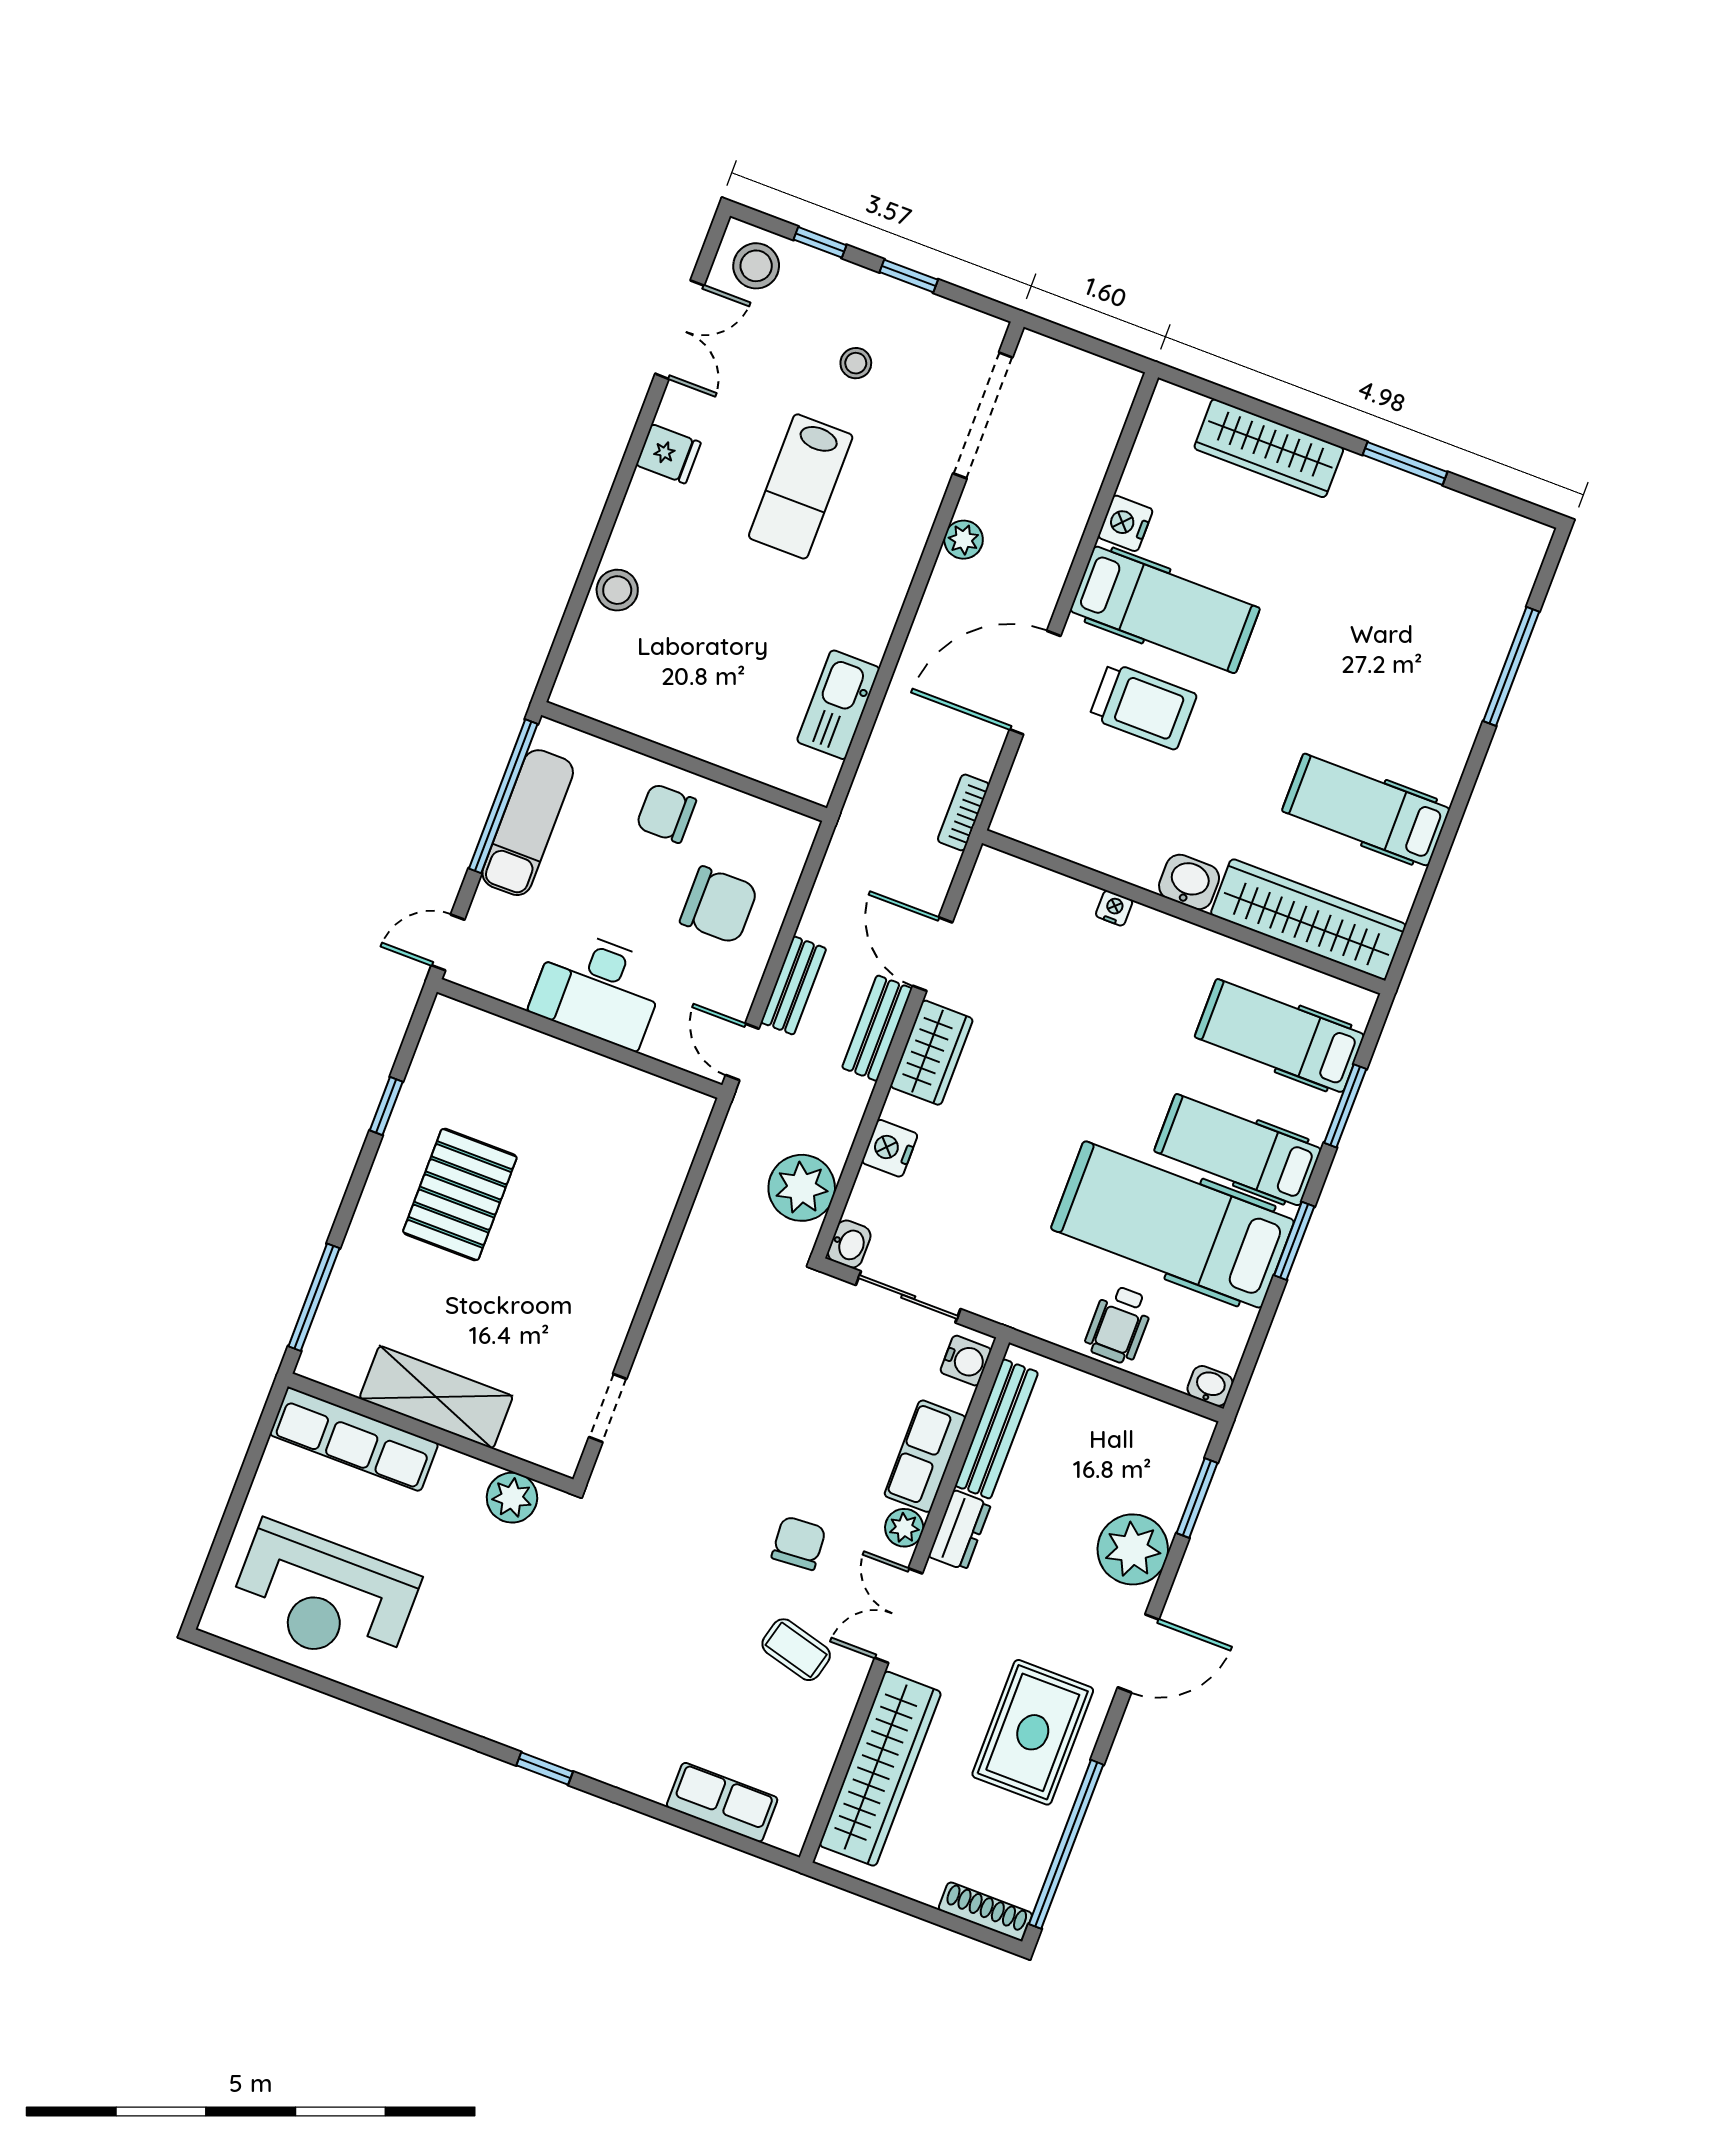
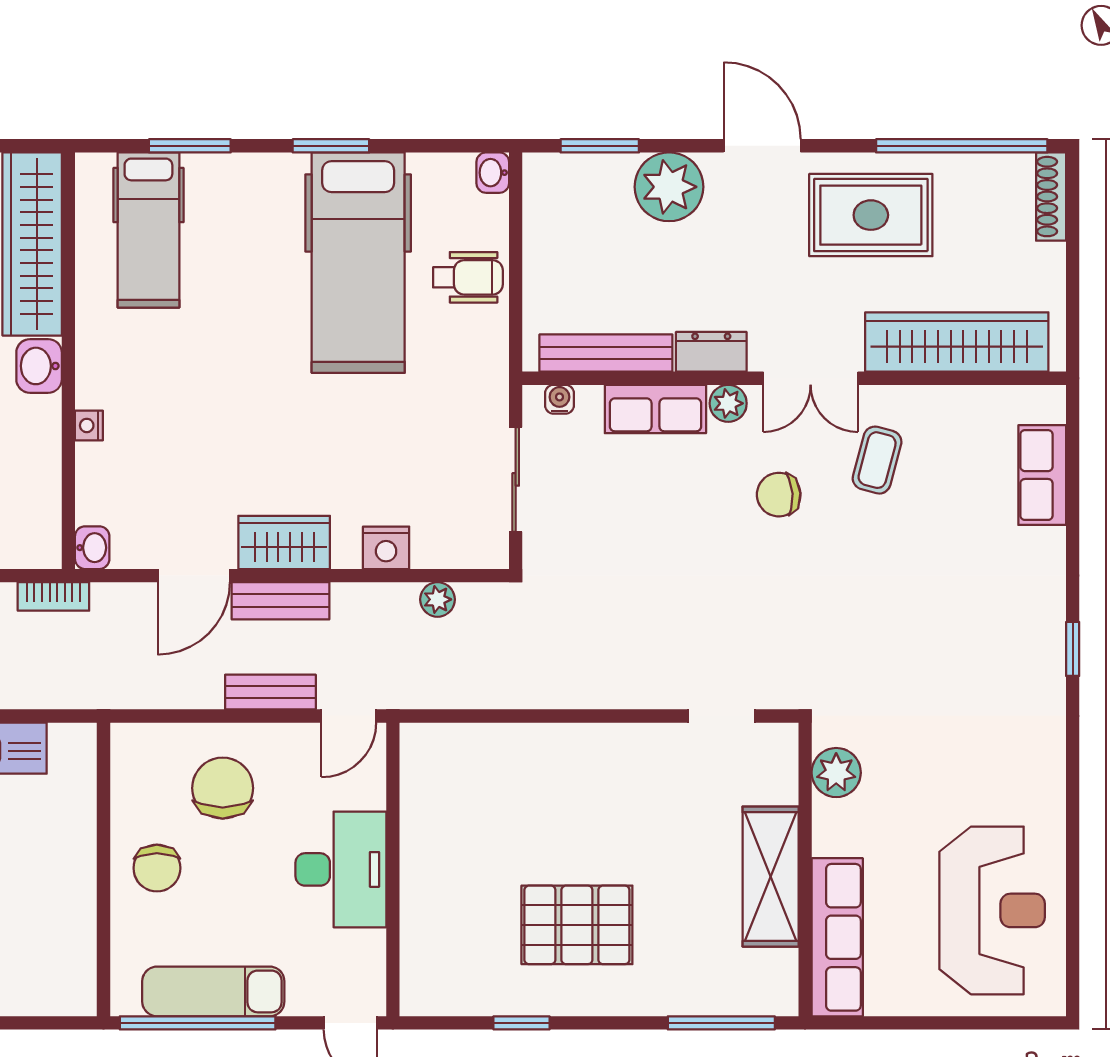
hospital bed: (1238, 1150) -> (267, 229), removed
plant: (802, 1188) -> (438, 599), width x0.53, depth x0.53
washbasin: (849, 1244) -> (92, 548), moved, turned 90
water cooler: (966, 1361) -> (559, 399), width x0.72, depth x0.72

